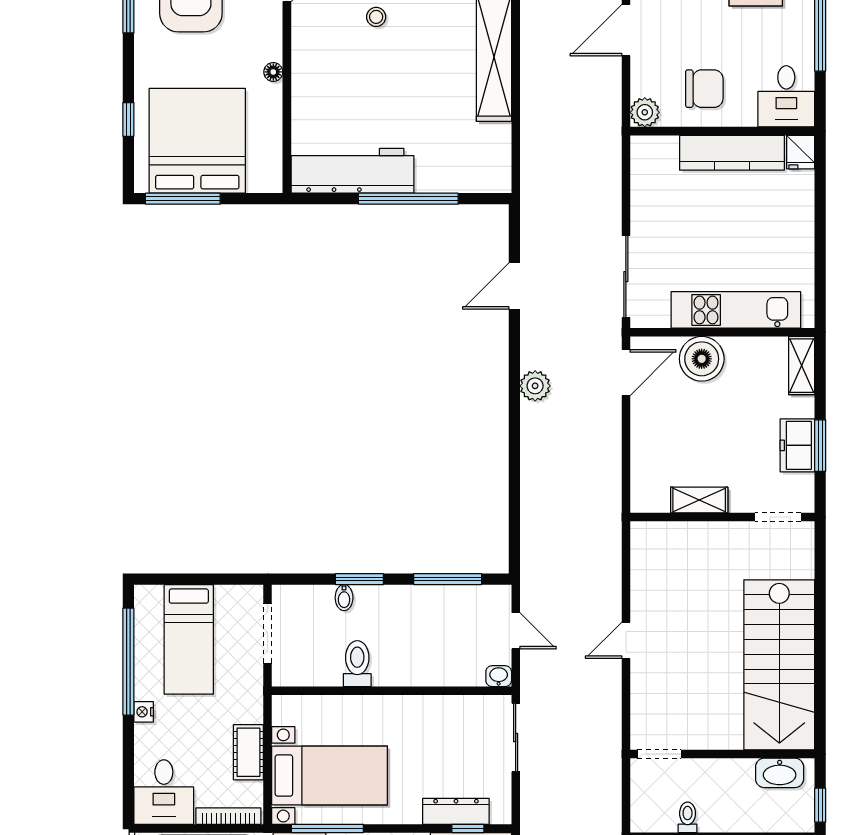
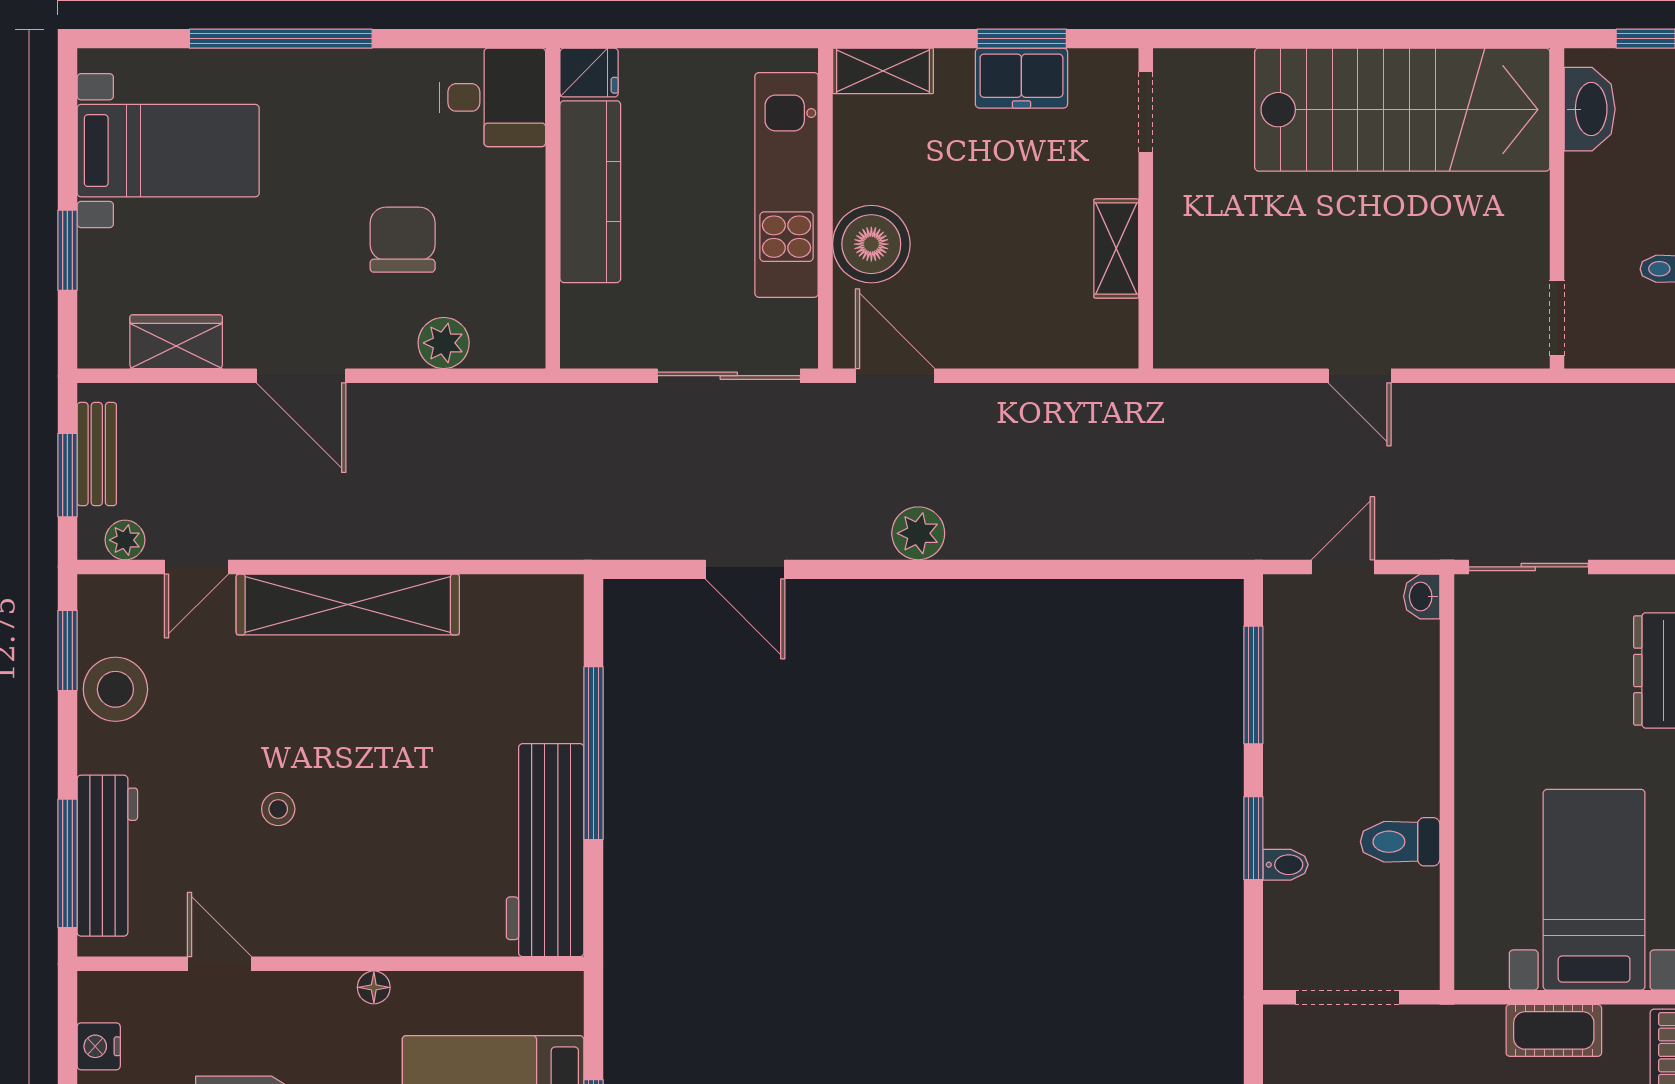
desk: (786, 96) -> (493, 97), moved
wall: (722, 131) -> (553, 208), moved
fridge: (801, 152) -> (589, 73), moved
kitchen counter: (732, 153) -> (590, 192), moved

